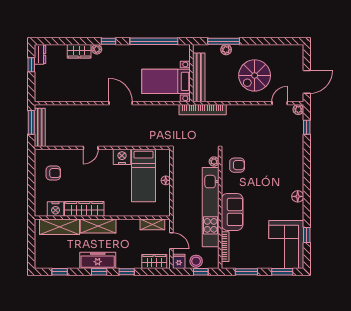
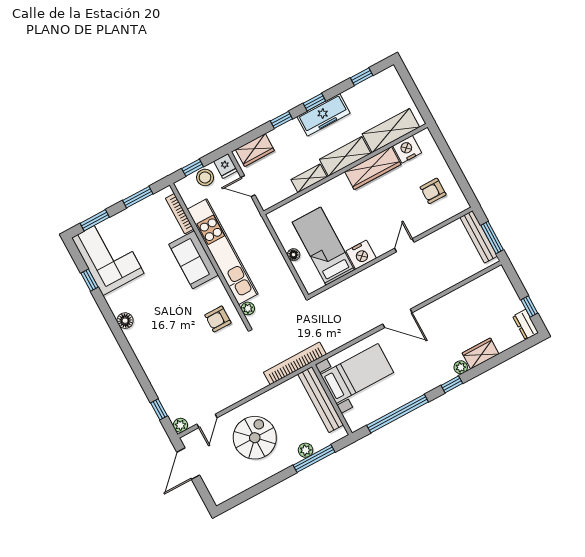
shelving: (152, 224) -> (309, 178), moved

